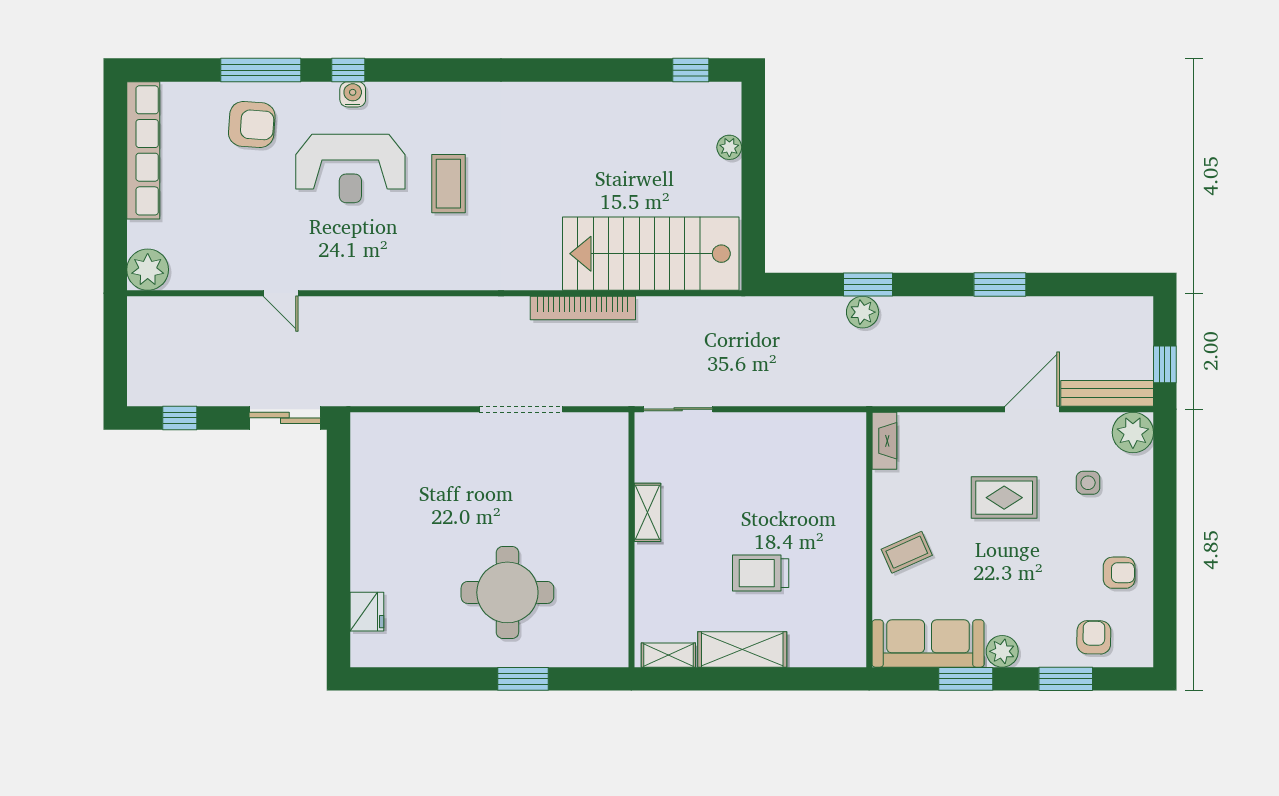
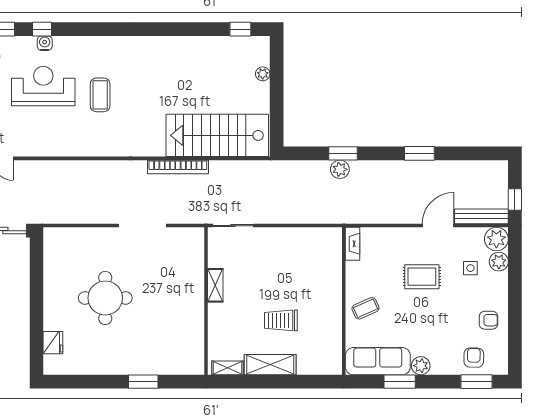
reception desk: (350, 168) -> (43, 86), turned 180
plant: (1137, 472) -> (499, 262), added
round table: (507, 592) -> (105, 298), moved
window: (1066, 679) -> (477, 382), moved

